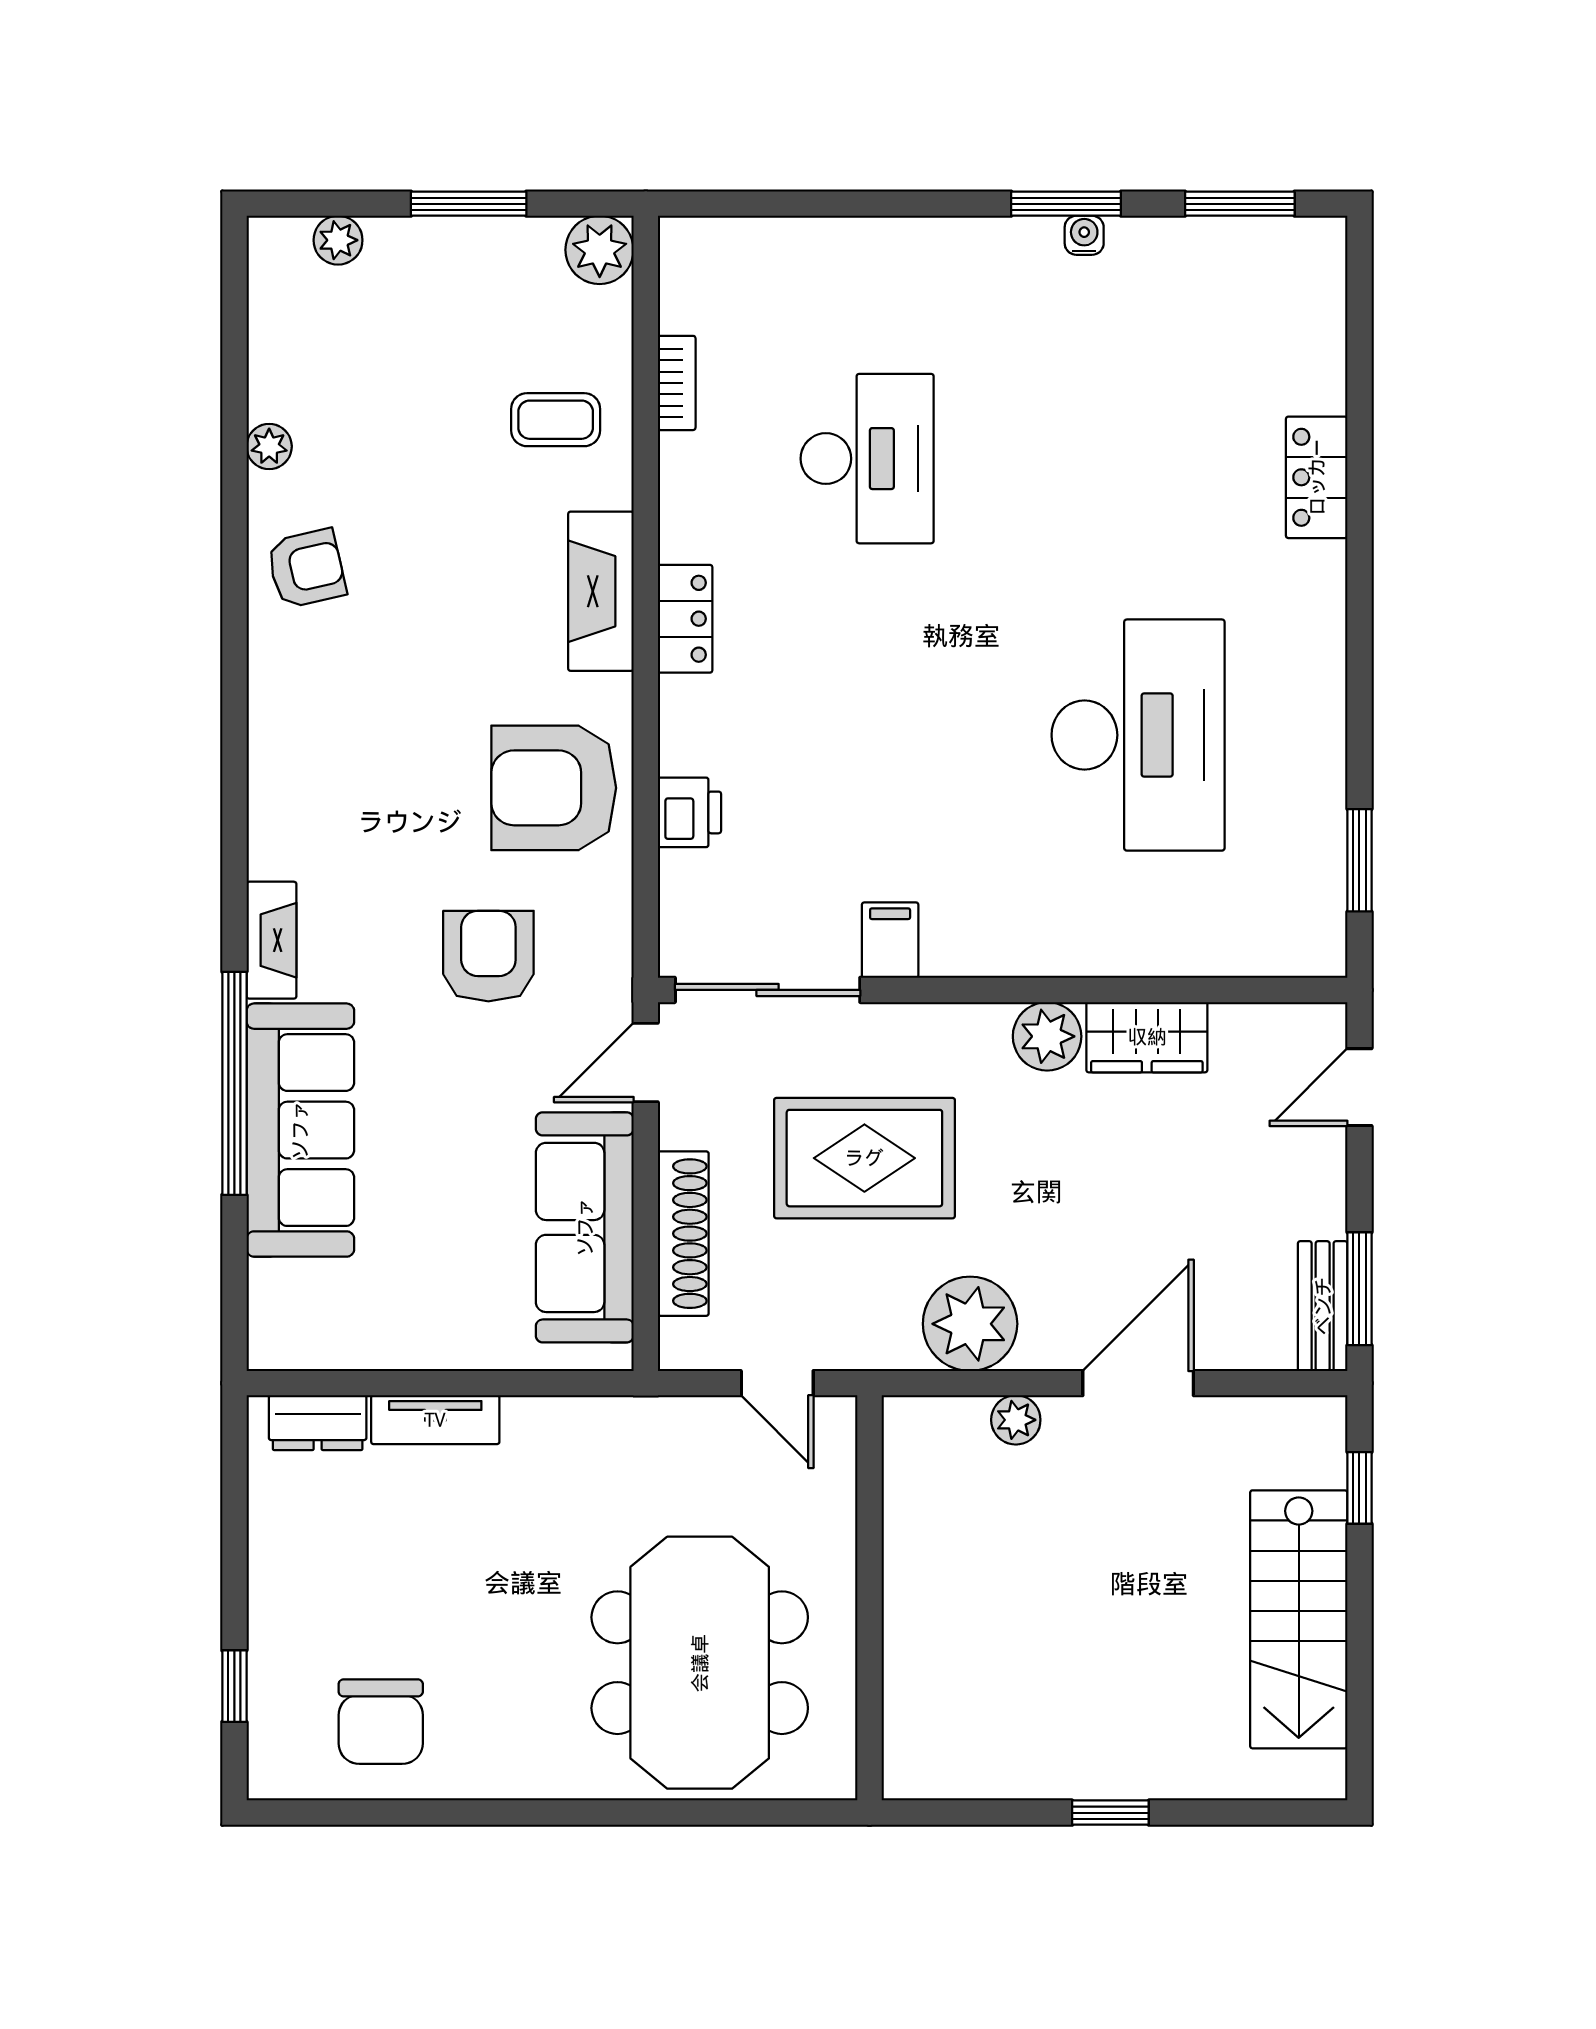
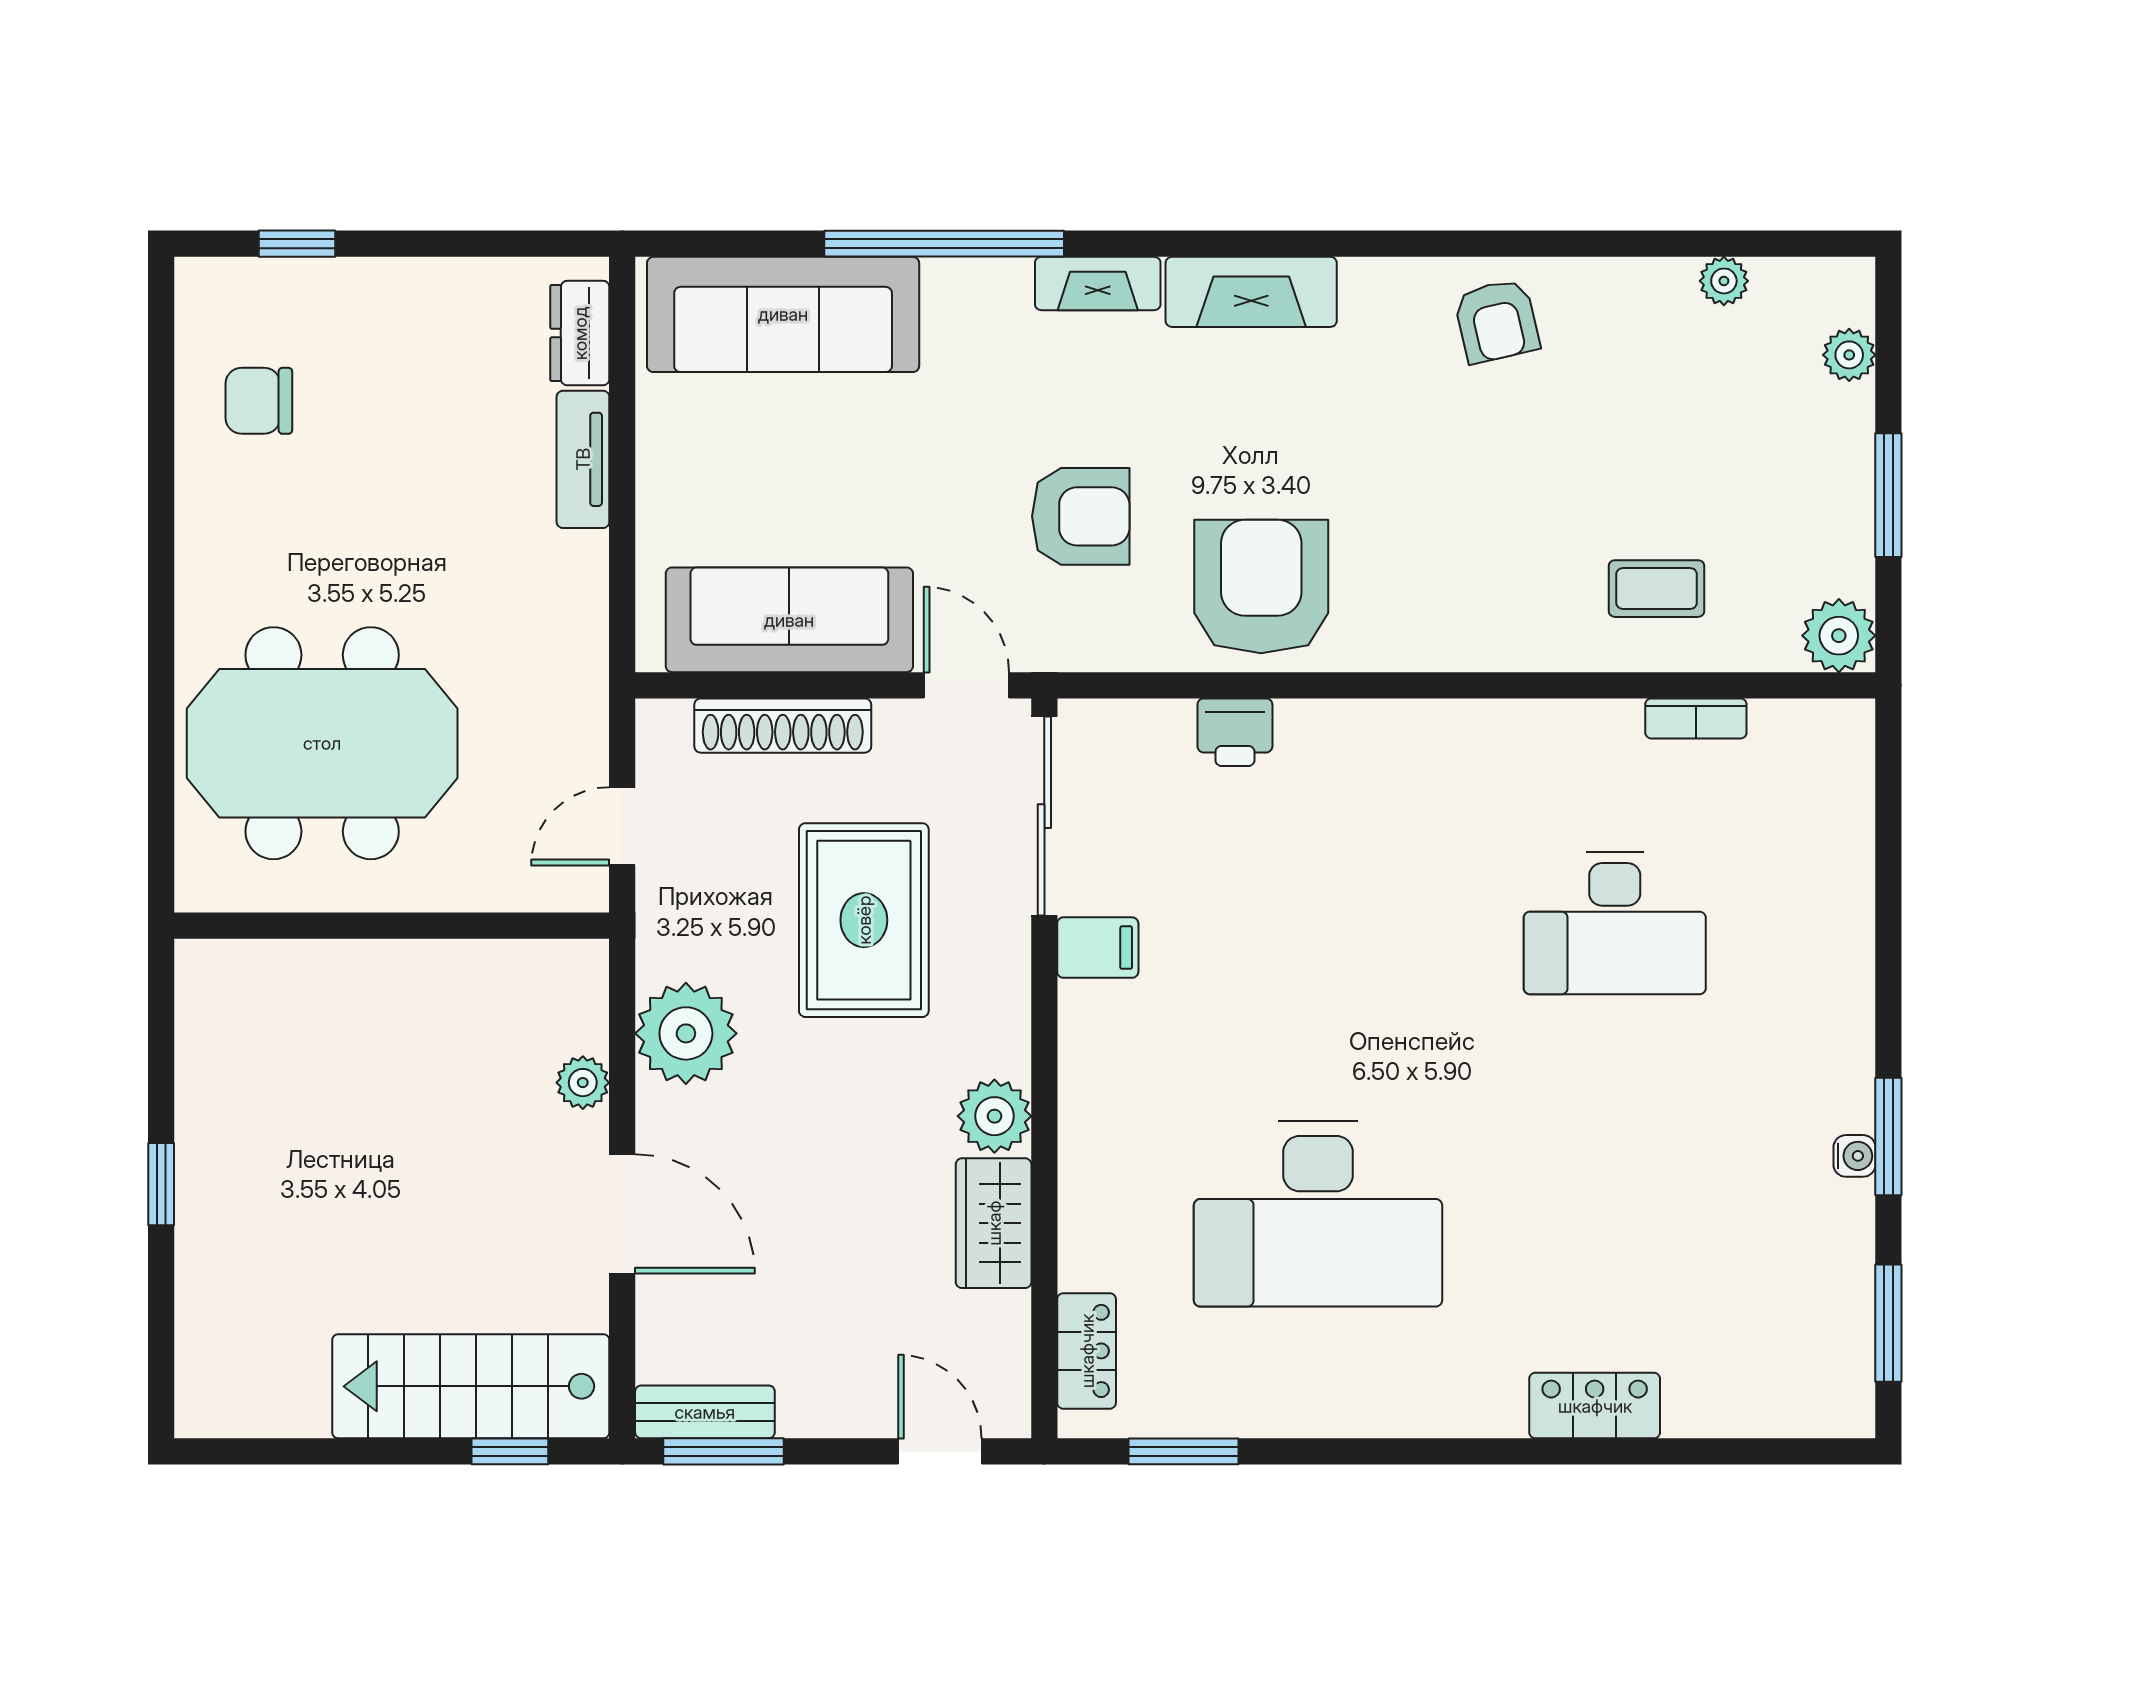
coffee table: (556, 420) -> (1657, 589), turned 90
plant: (269, 446) -> (1724, 281), moved
fireplace: (601, 591) -> (1251, 292), moved, turned 180
locker: (685, 619) -> (1087, 1351), moved, turned -90
sofa: (300, 1130) -> (783, 314), moved
stairs: (1299, 1619) -> (471, 1386), moved
chair: (381, 1722) -> (259, 401), width x0.73, depth x0.73

